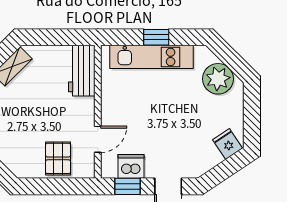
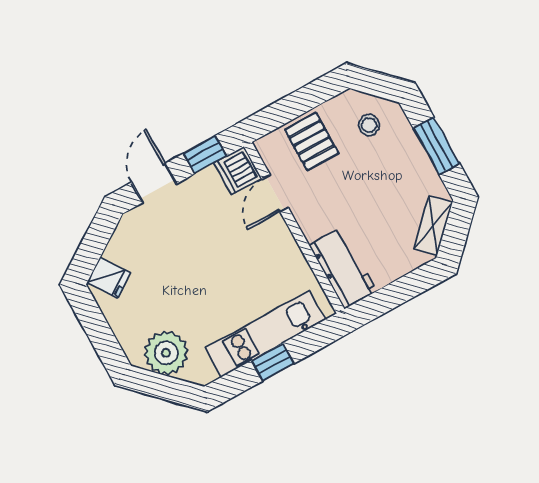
stool: (18, 149) -> (369, 125), added
dishwasher: (131, 166) -> (238, 171), moved, turned 90

